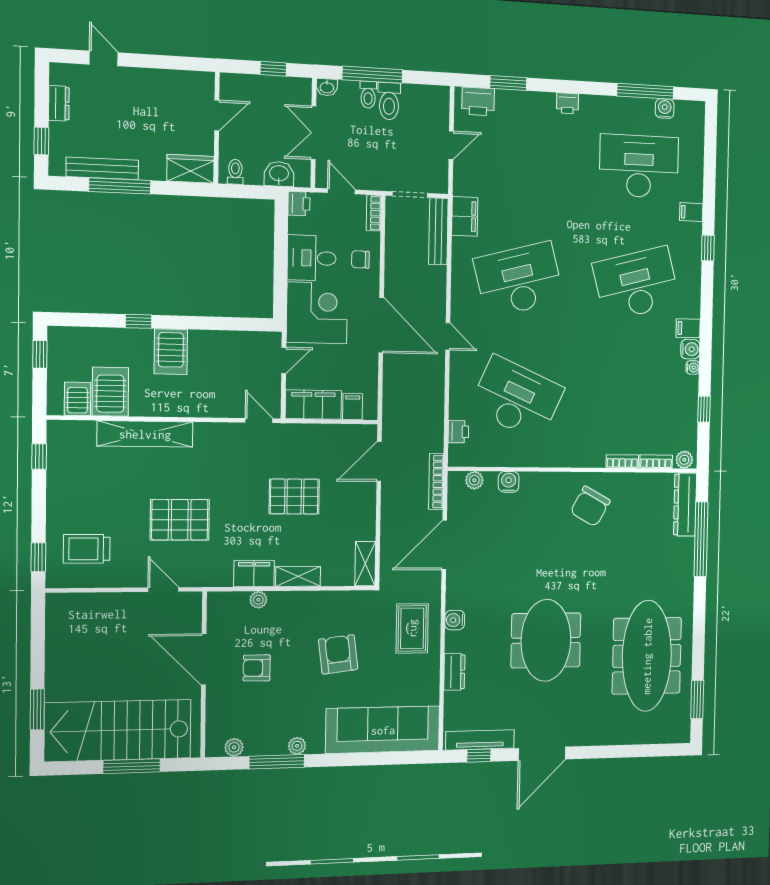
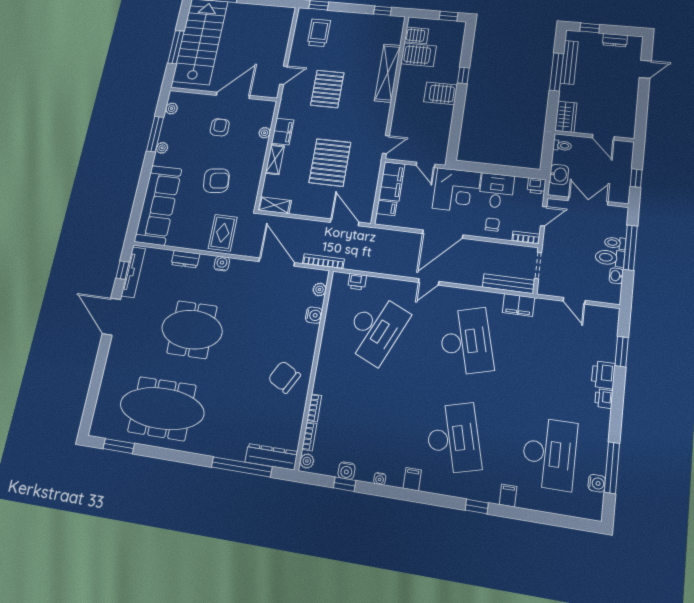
washbasin: (327, 87) -> (616, 276), moved
printer: (478, 101) -> (603, 375), moved
water cooler: (690, 349) -> (347, 471), moved
pallet: (294, 497) -> (330, 162), width x1.37, depth x1.41
rug: (412, 628) -> (223, 233), turned 90

